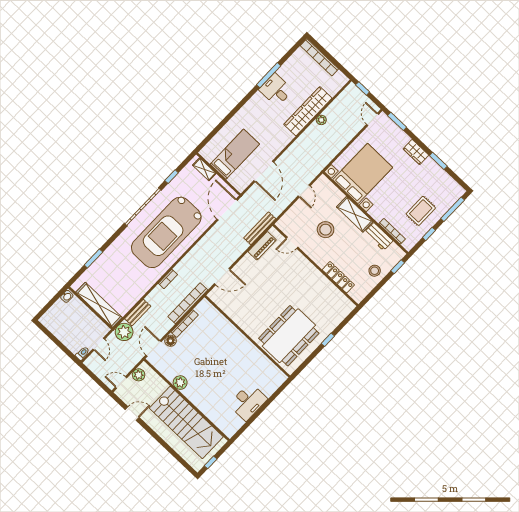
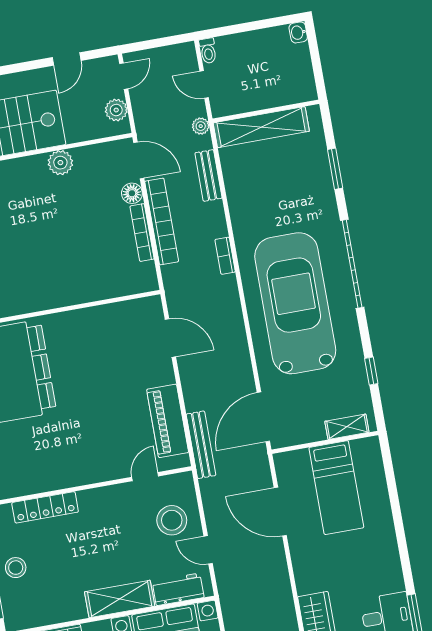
garage door: (143, 207) -> (352, 264), moved
door: (227, 210) -> (263, 417), swing flipped
stool: (326, 230) -> (172, 520), moved
workbench: (379, 237) -> (178, 589), moved
piano: (262, 246) -> (168, 421), width x1.37, depth x1.33
door: (222, 277) -> (170, 338), swing flipped
washbasin: (67, 296) -> (298, 32), moved
bookcase: (188, 303) -> (162, 221), moved
plant: (124, 332) -> (201, 126), width x0.53, depth x0.53

